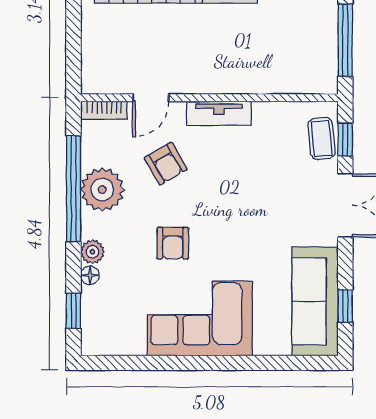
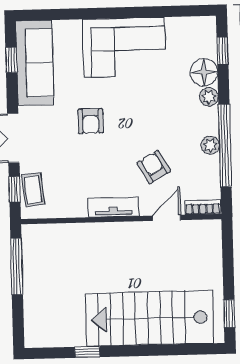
plant: (102, 190) -> (210, 145), width x0.53, depth x0.53
armchair: (173, 243) -> (91, 121), moved, turned 180
floor lamp: (90, 275) -> (204, 72), width x1.89, depth x1.89

